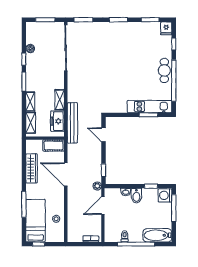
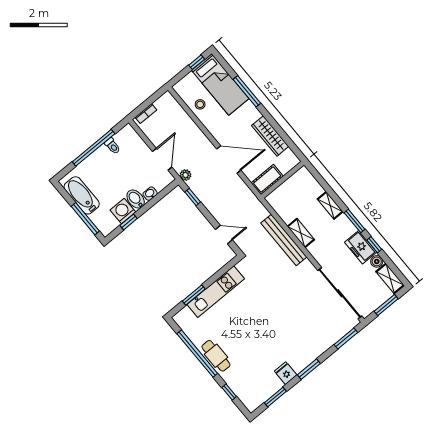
fridge: (166, 28) -> (286, 373), moved
kitchen unit: (150, 107) -> (216, 292), moved
freezer: (57, 121) -> (361, 247), moved, turned 180
shelving: (31, 123) -> (390, 278), moved
bench: (72, 123) -> (284, 240), moved
washing machine: (165, 195) -> (123, 211), moved, turned -90
bathtub: (157, 235) -> (82, 195), moved, turned -90

